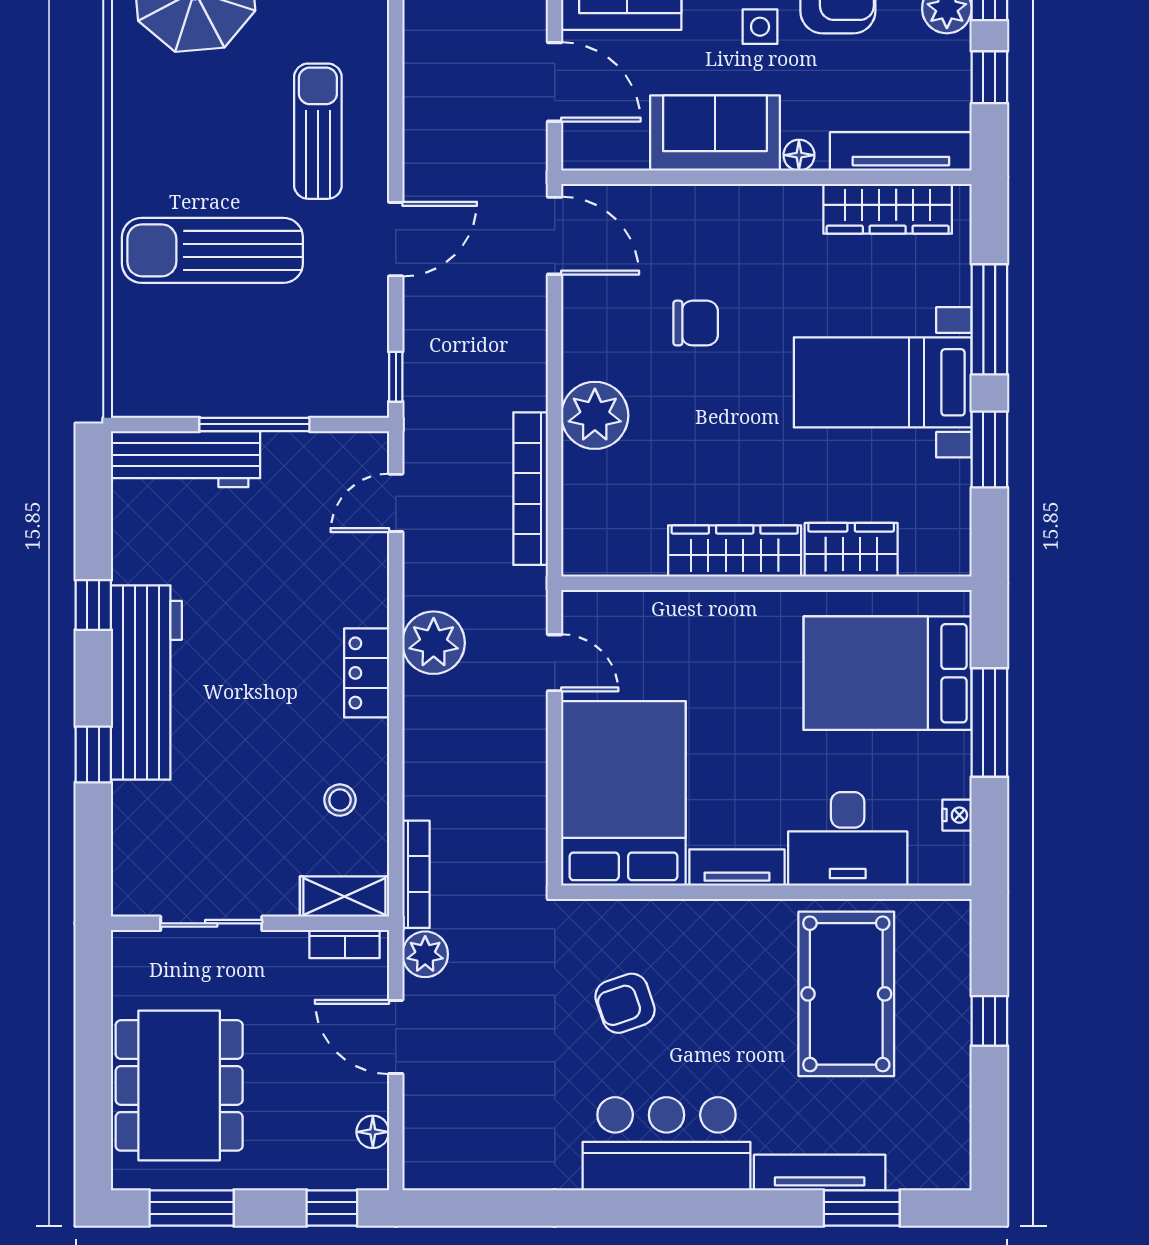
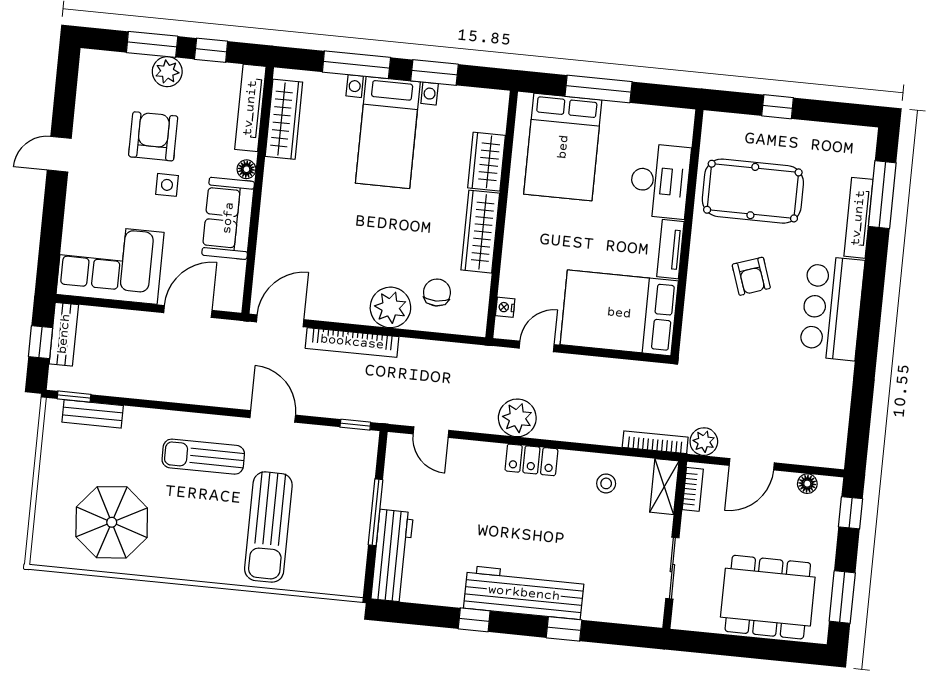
chair: (696, 323) -> (437, 292), moved
bookcase: (531, 489) -> (352, 342), moved
nightstand: (957, 815) -> (505, 307), moved, turned -90
armchair: (625, 1003) -> (751, 276), moved
window: (862, 1208) -> (882, 195), width x1.44

